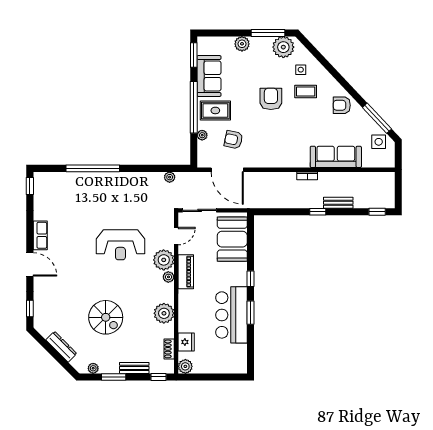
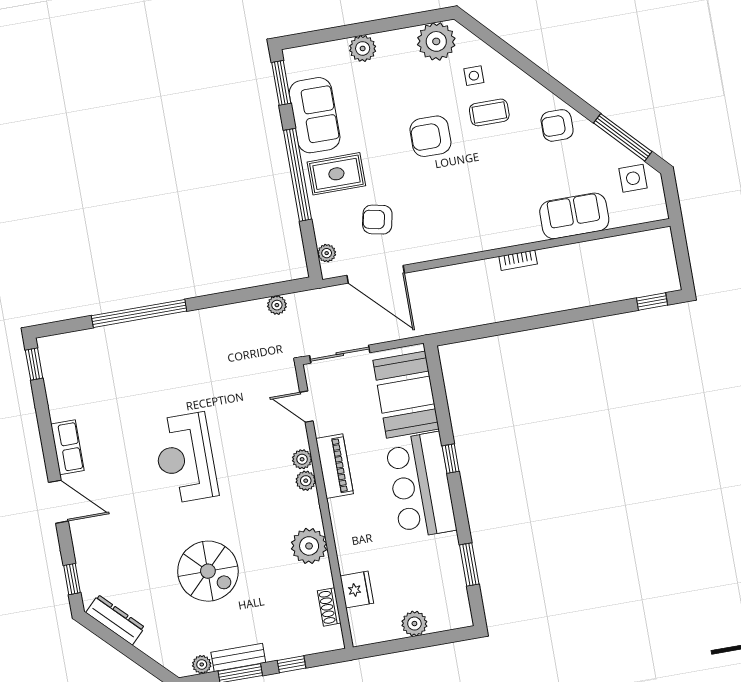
window: (268, 33) -> (405, 21), removed
armchair: (271, 99) -> (430, 136), turned -90
plant: (202, 135) -> (327, 253), moved
sofa: (336, 157) -> (574, 216), width x0.73
bench: (338, 203) -> (581, 298), removed
window: (318, 212) -> (548, 320), removed
door: (176, 236) -> (306, 407), swing flipped
reception desk: (120, 245) -> (185, 458), moved, turned 90
plant: (164, 260) -> (302, 459), width x0.53, depth x0.53
window: (251, 313) -> (469, 565), moved
bar counter: (232, 315) -> (421, 485), moved
dresser: (61, 347) -> (115, 620), moved
plant: (185, 366) -> (414, 624), moved
bench: (134, 368) -> (238, 657), moved
window: (159, 377) -> (292, 664), moved

